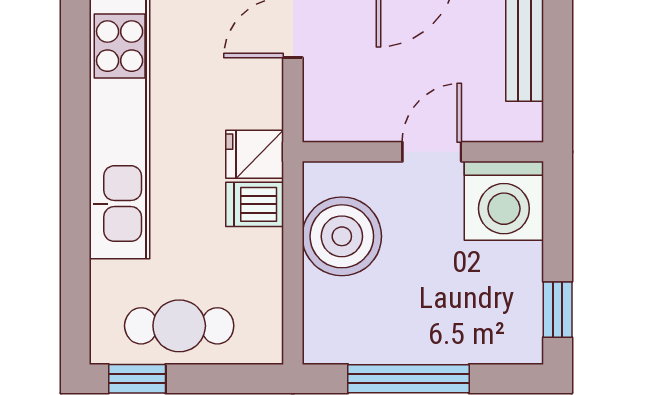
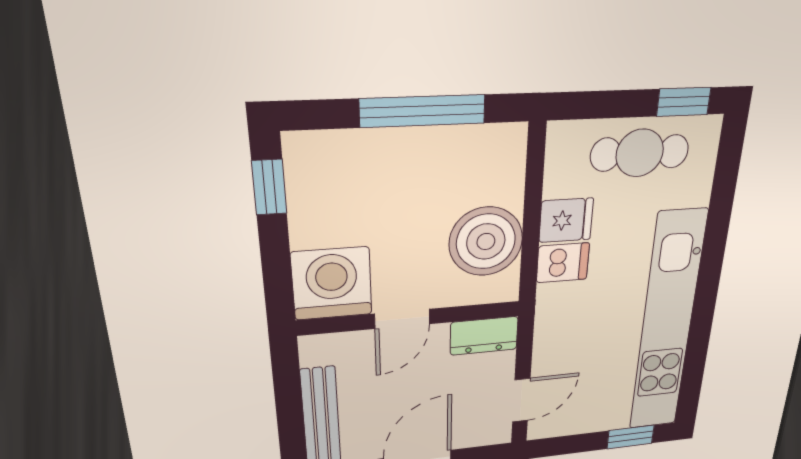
dresser: (340, 121) -> (484, 336), added
fridge: (255, 154) -> (566, 220), moved

